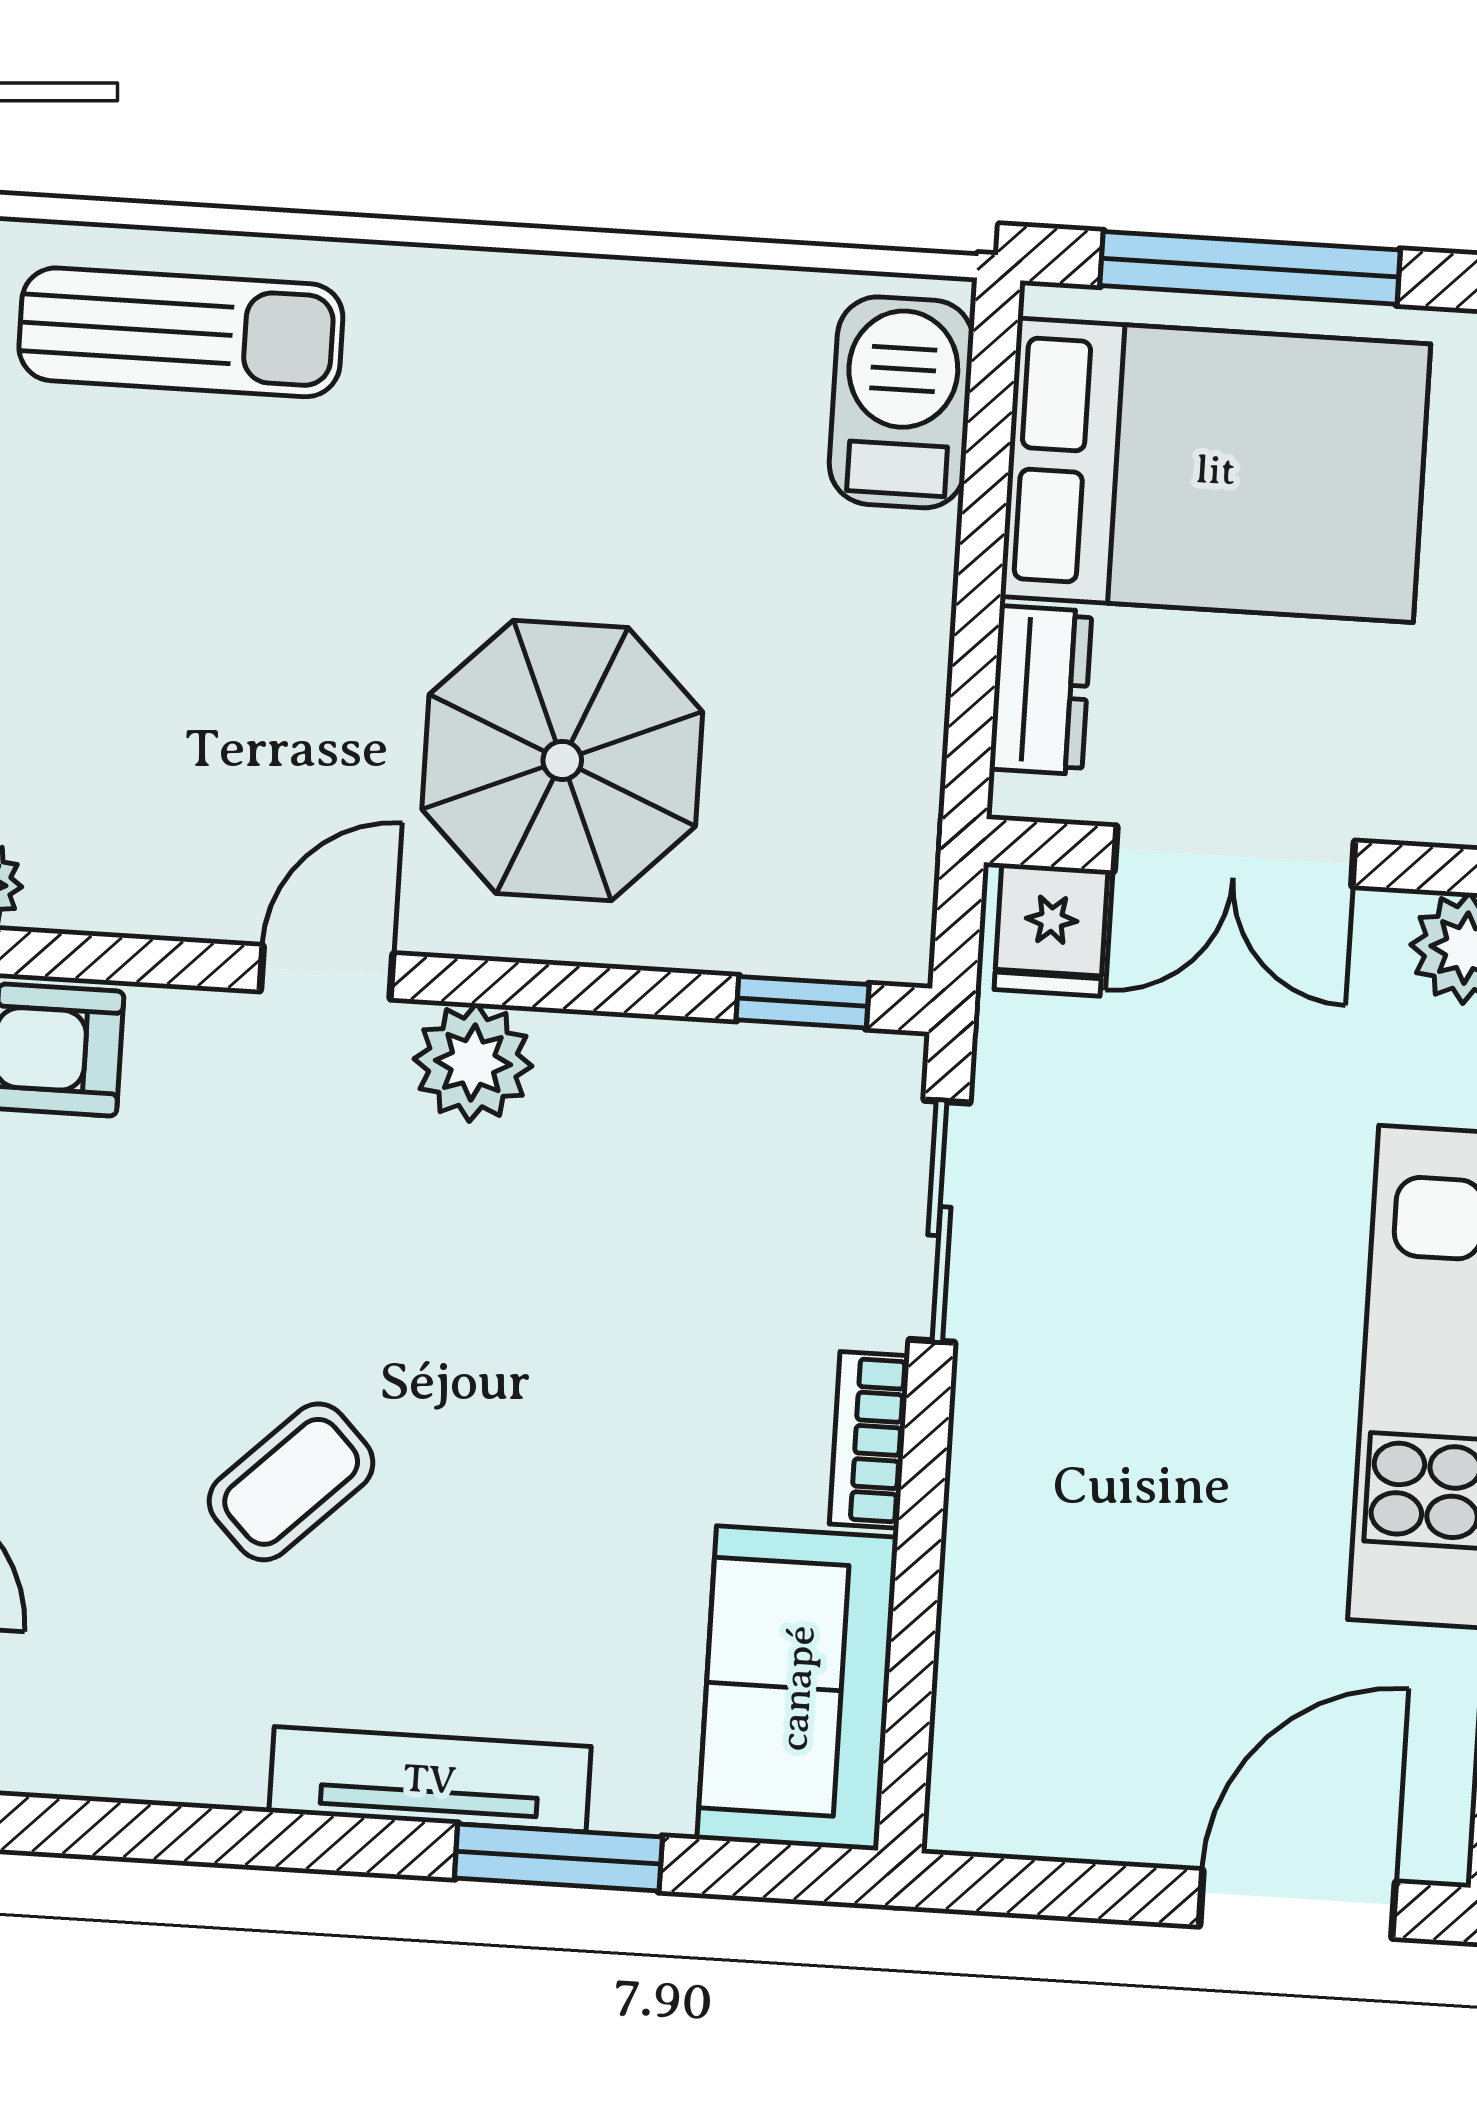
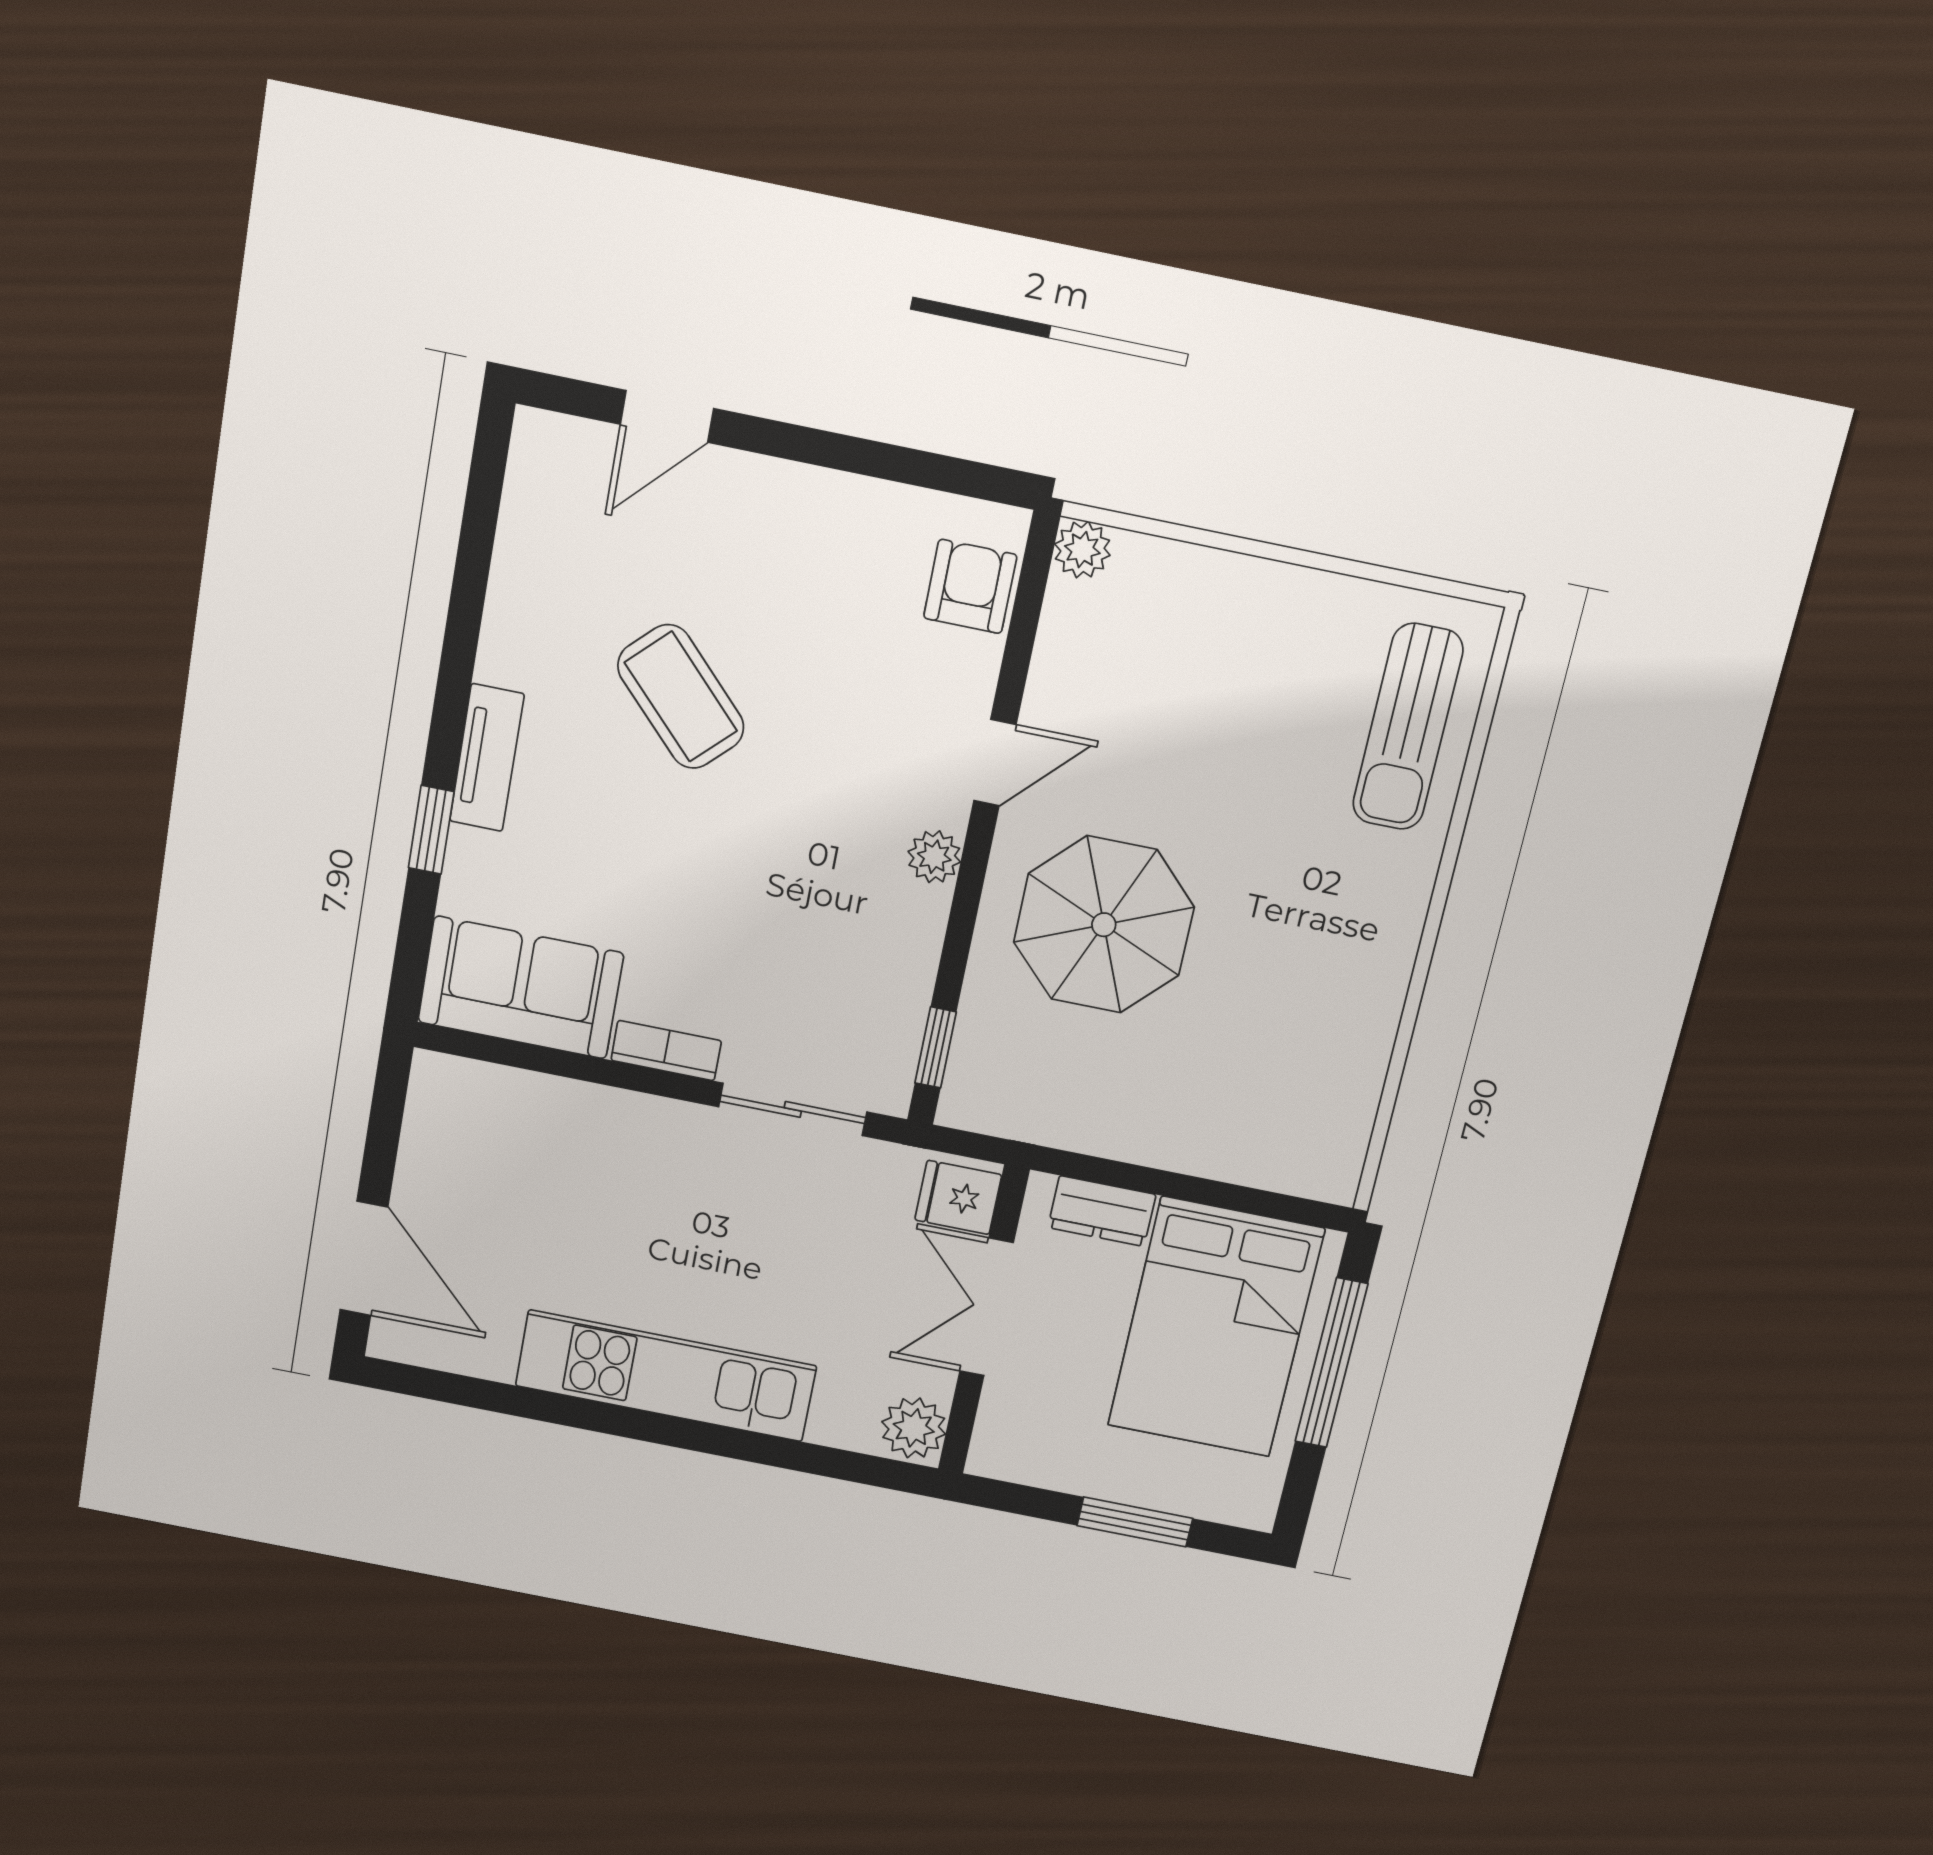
barbecue: (901, 402) -> (1287, 1154), removed
door: (327, 972) -> (995, 763), hinge flipped
plant: (473, 1063) -> (934, 857), width x0.73, depth x0.73
coffee table: (291, 1482) -> (681, 697), width x1.36, depth x1.30
tv unit: (430, 1779) -> (487, 758), width x0.71
window: (558, 1857) -> (431, 830), width x0.67

